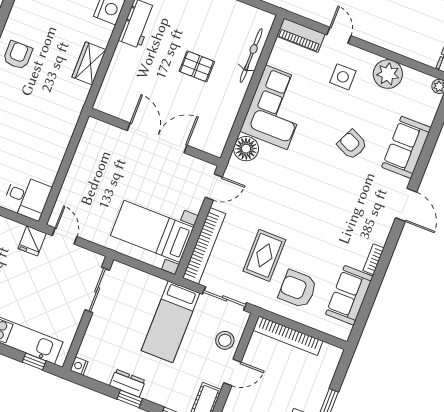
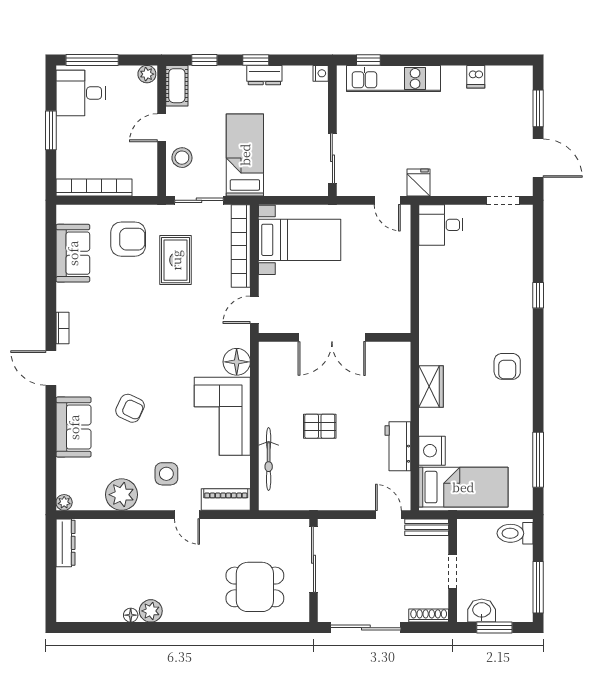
bookcase: (374, 259) -> (62, 328), moved
bookcase: (288, 336) -> (94, 187), moved

